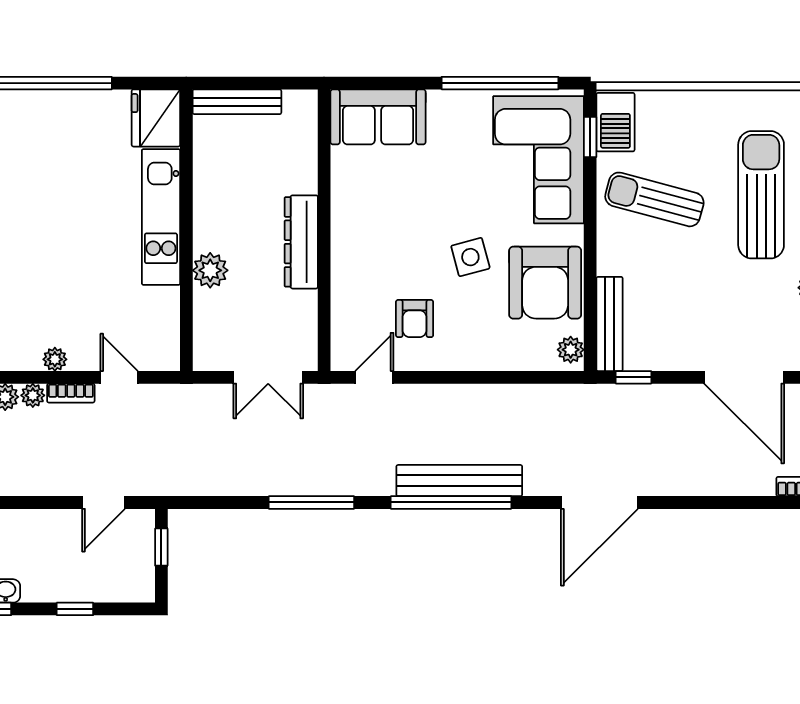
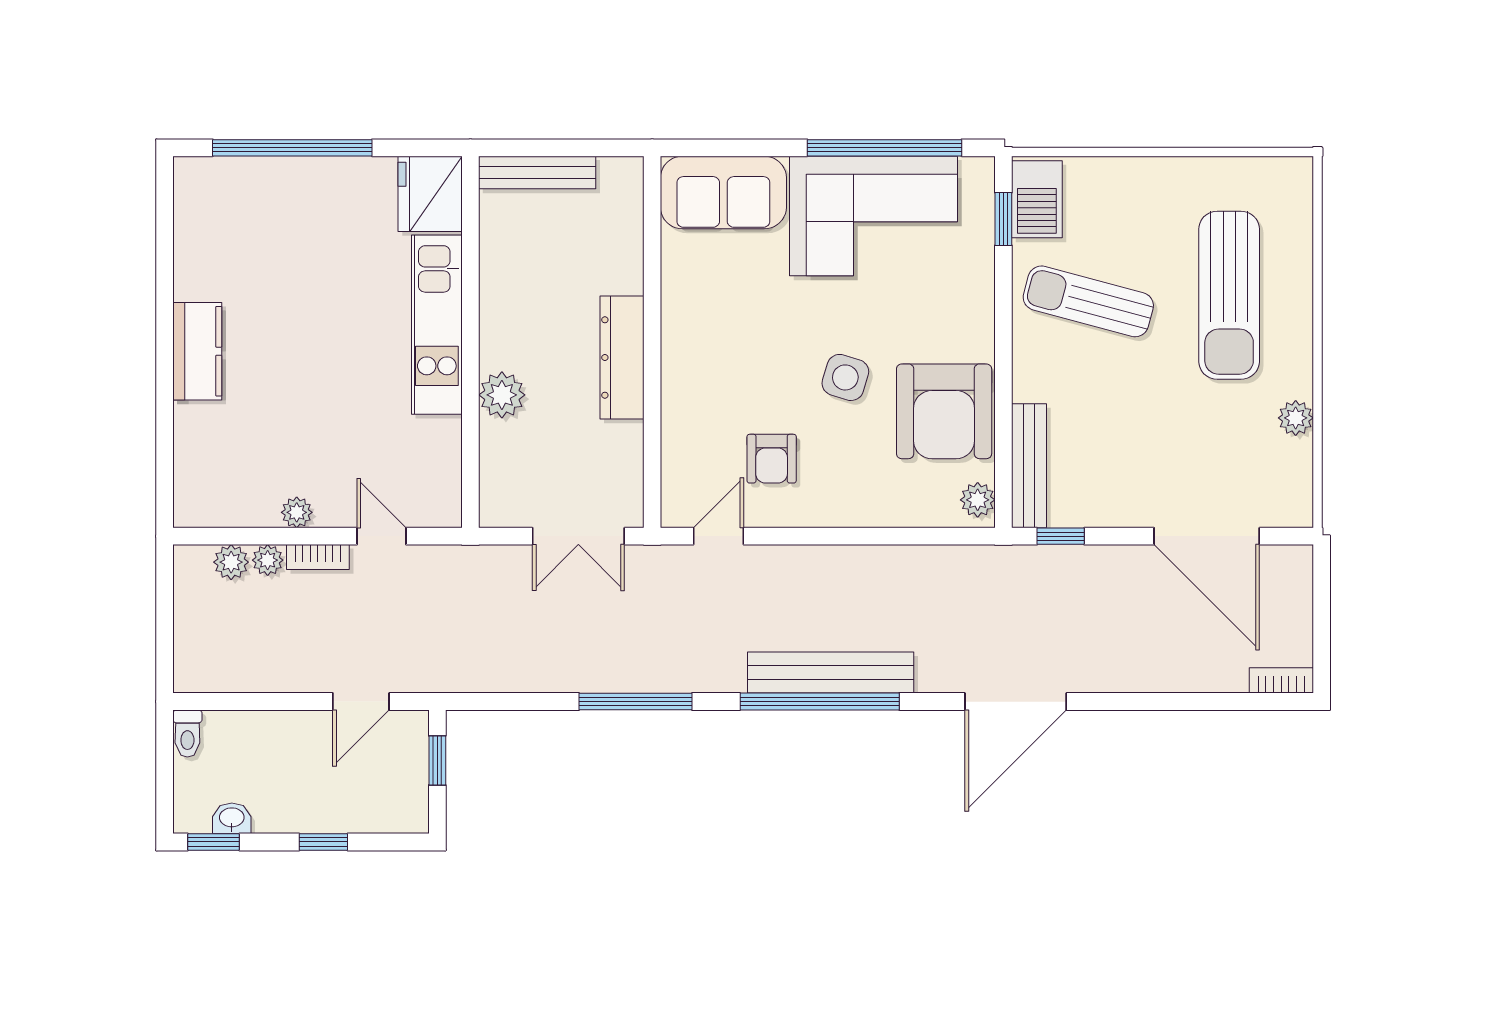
corner sofa: (538, 160) -> (874, 216), moved, turned -90
sun lounger: (761, 195) -> (1229, 295), turned 180
side table: (470, 257) -> (845, 377), turned 32

